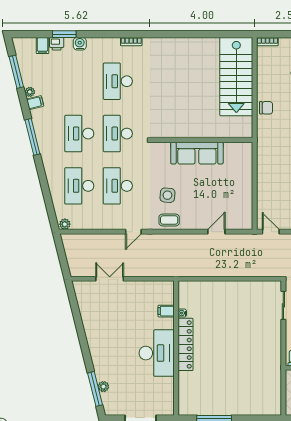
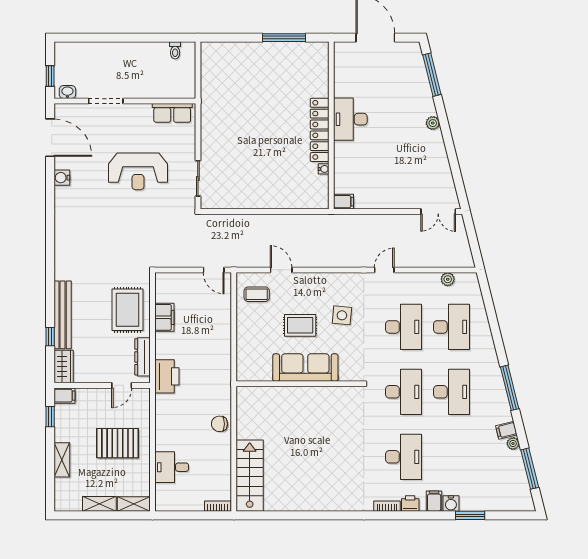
printer: (57, 44) -> (410, 503), moved
filing cabinet: (42, 46) -> (434, 501), moved
stairs: (236, 77) -> (250, 476), width x0.73, depth x0.66
rug: (201, 187) -> (300, 325), added
coffee table: (169, 220) -> (257, 294), moved
plant: (65, 224) -> (448, 279), moved
door: (216, 232) -> (281, 270), swing flipped
double door: (110, 279) -> (438, 211), moved
filing cabinet: (166, 311) -> (344, 202), moved
desk: (157, 353) -> (350, 119), width x0.73, depth x0.77
plant: (103, 387) -> (433, 123), moved

